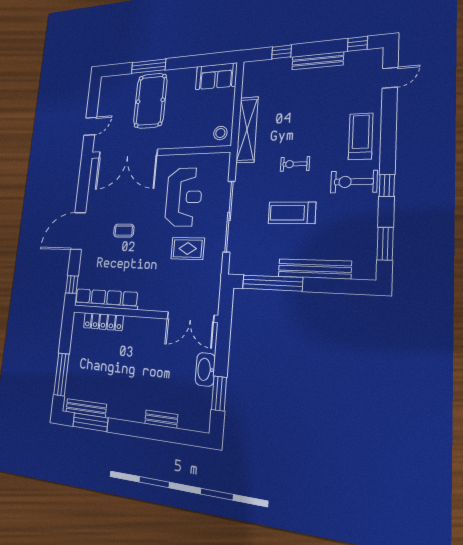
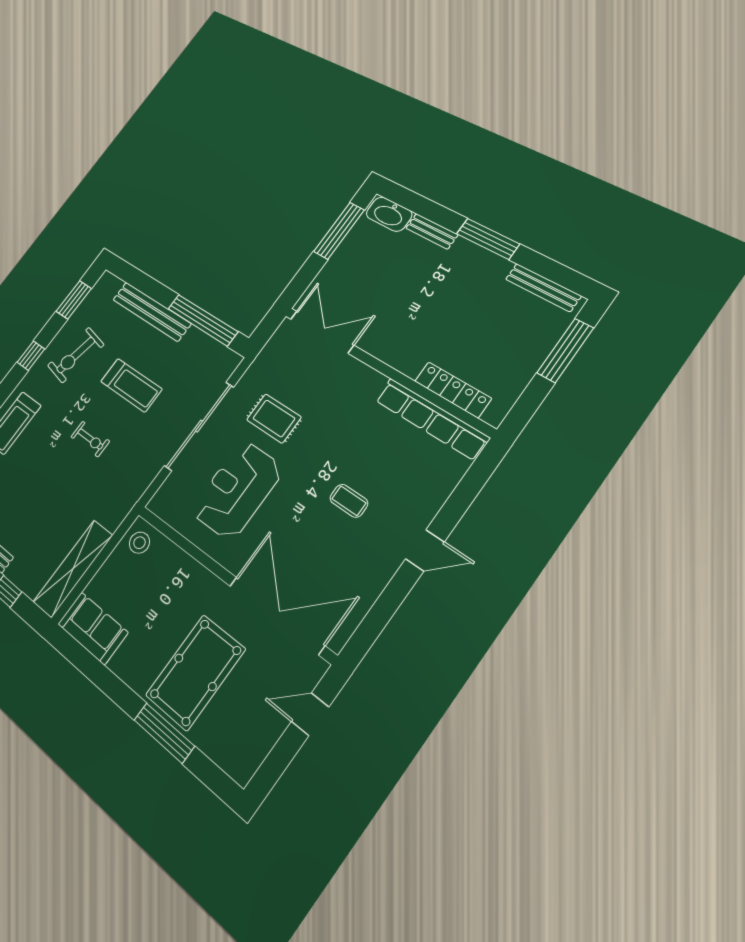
shelving: (247, 130) -> (73, 569), moved
exercise bike: (354, 182) -> (76, 355), moved, turned 102
door: (78, 231) -> (425, 550), width x0.53
window: (72, 284) -> (479, 473), removed
washbasin: (205, 369) -> (389, 214), moved, turned 90
window: (219, 394) -> (339, 231), width x1.44
window: (90, 422) -> (488, 239), moved

